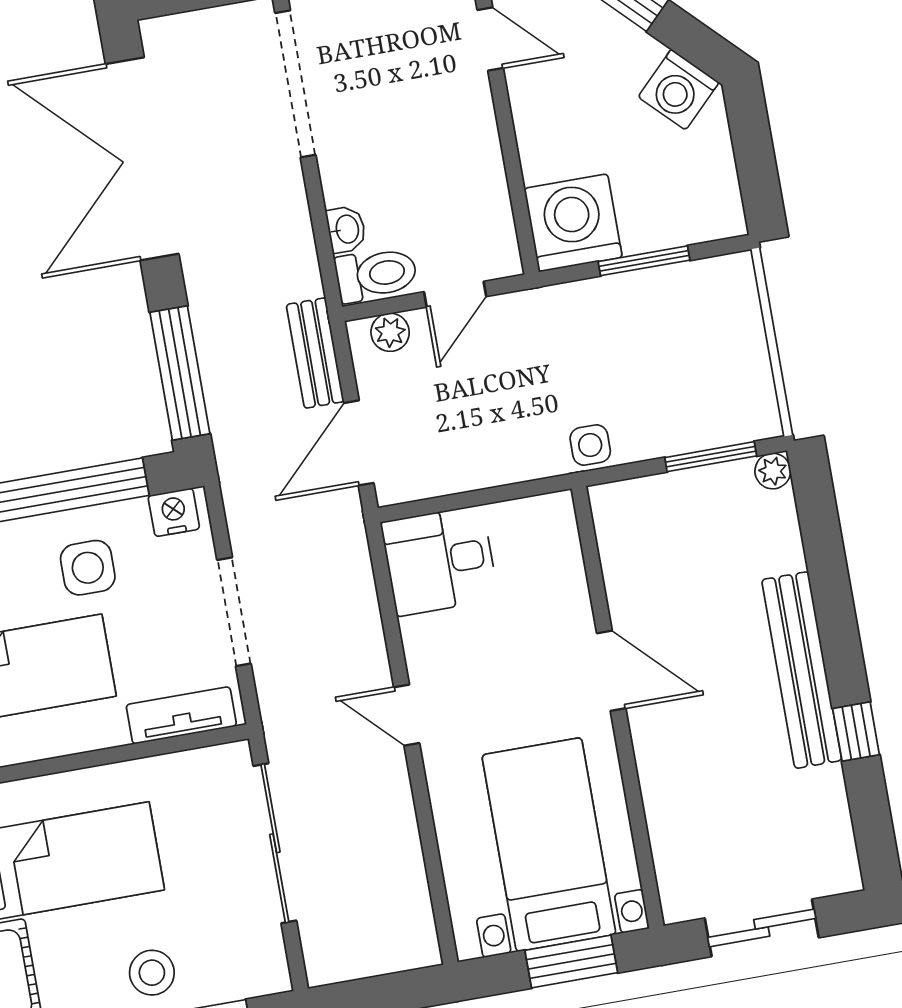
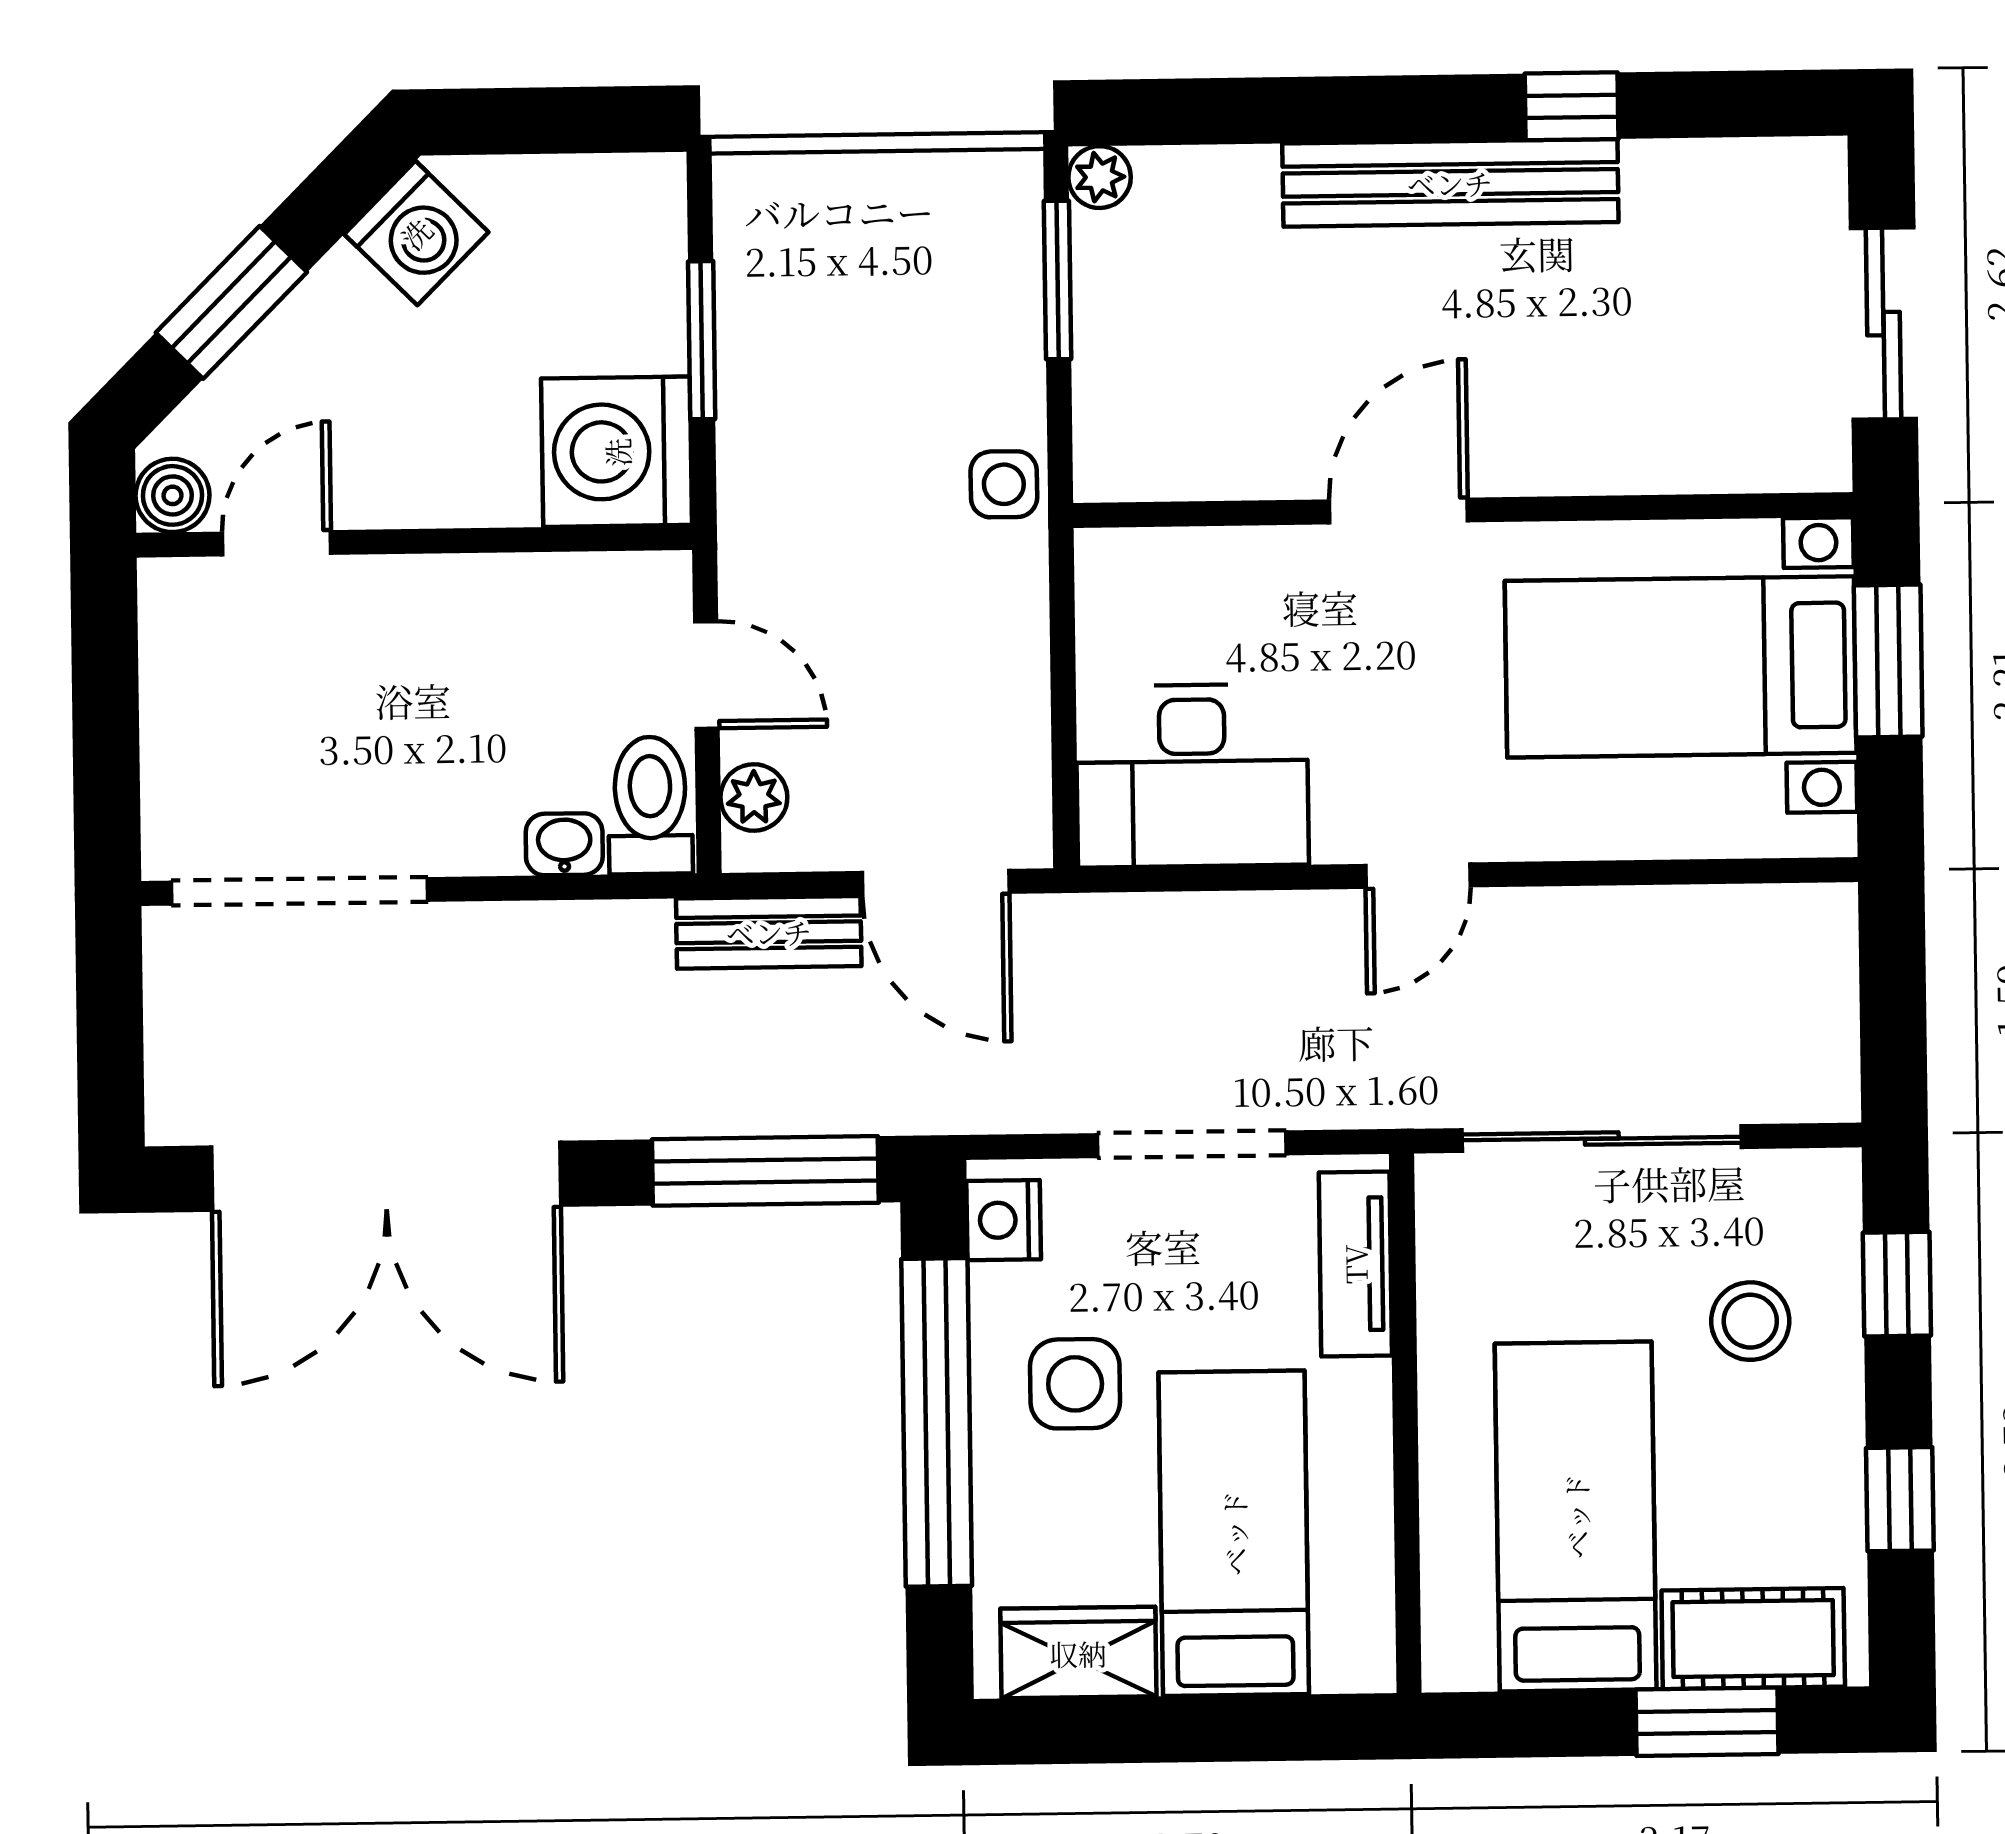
desk: (439, 561) -> (1192, 776), width x1.37
stool: (152, 973) -> (1750, 1321), moved

